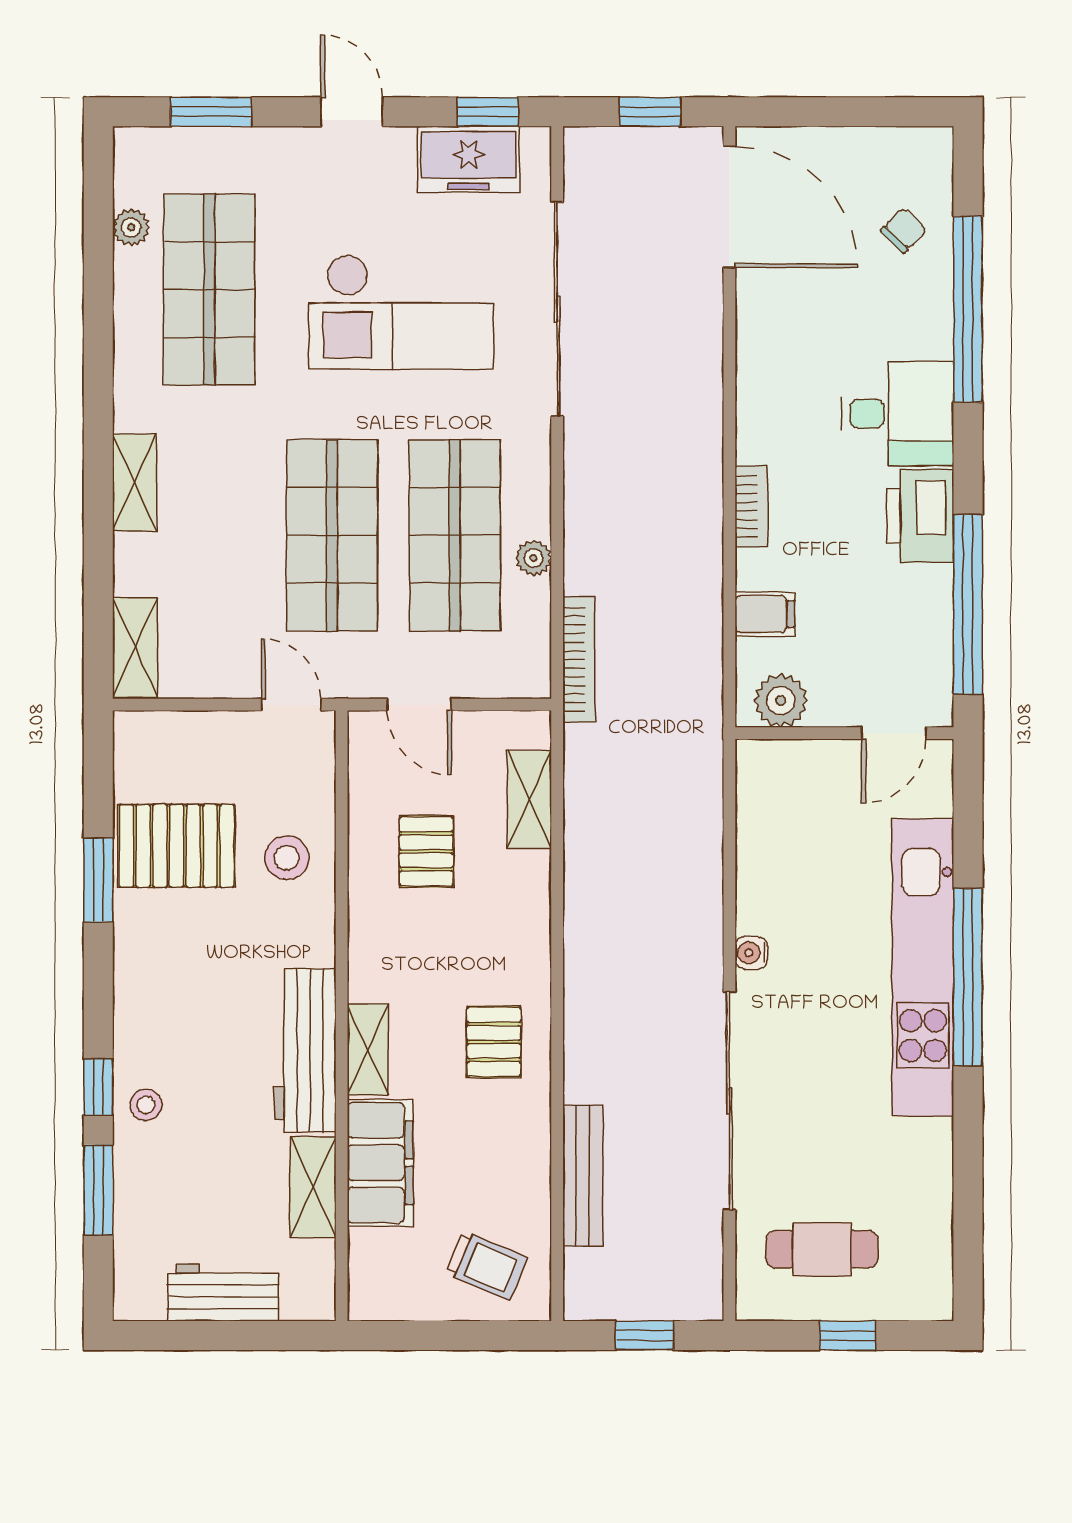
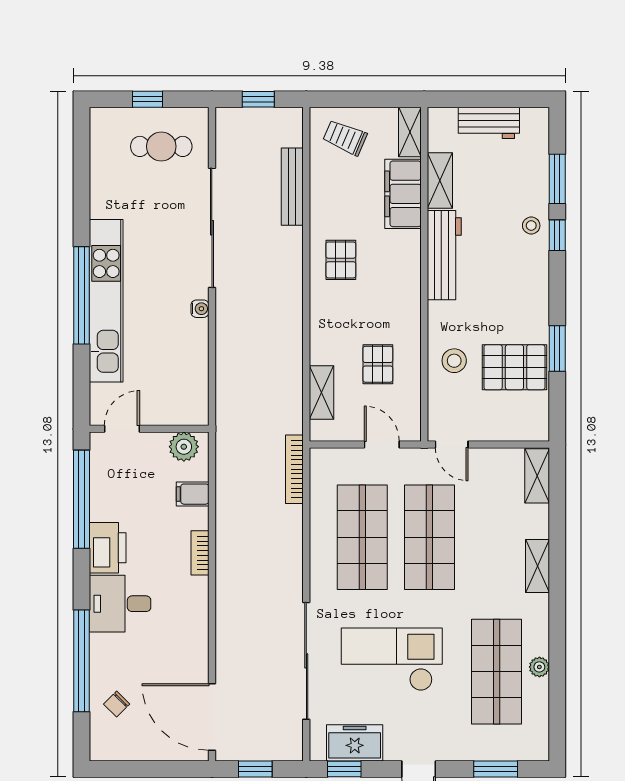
plant: (131, 227) -> (539, 667), moved
plant: (533, 558) -> (319, 525), removed
shelving: (368, 1050) -> (410, 132), moved

